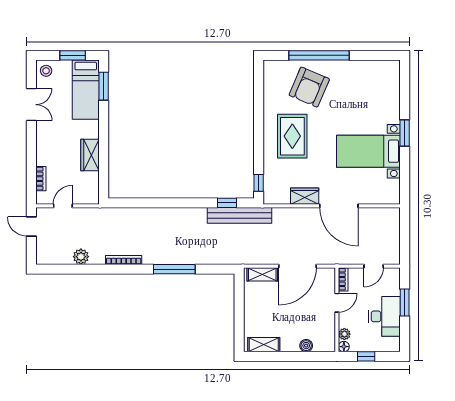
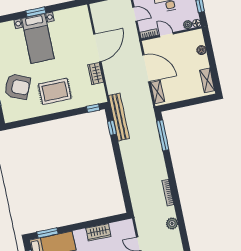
bed with nightstands: (368, 151) -> (38, 38), moved
window: (174, 269) -> (163, 135), moved

